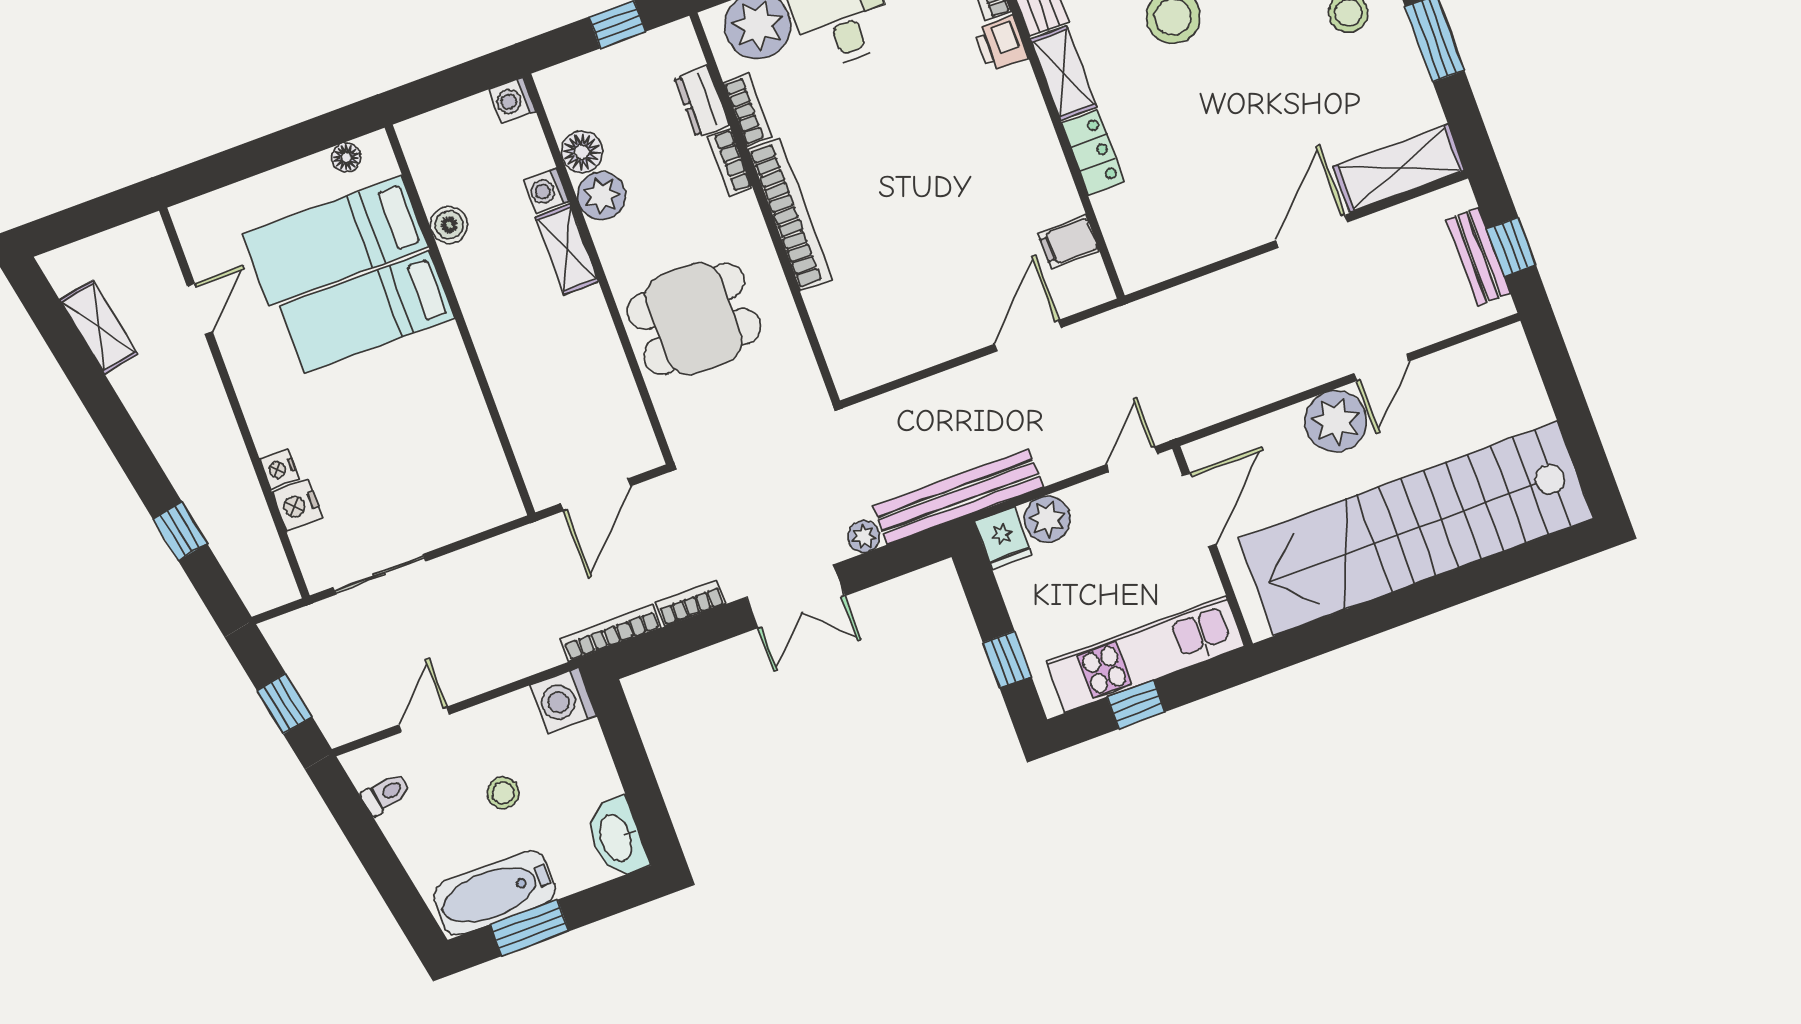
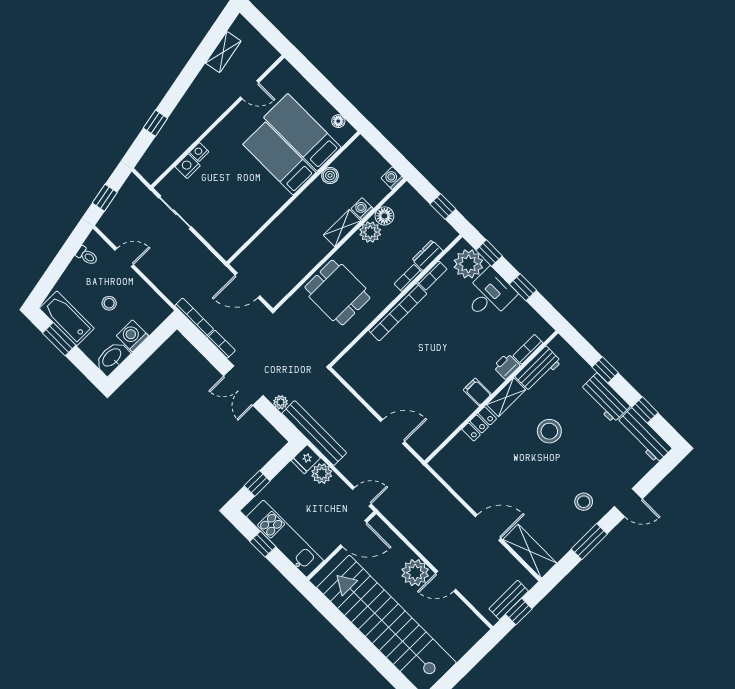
filing cabinet: (1069, 242) -> (477, 392), moved
washing machine: (563, 700) -> (132, 336), moved

